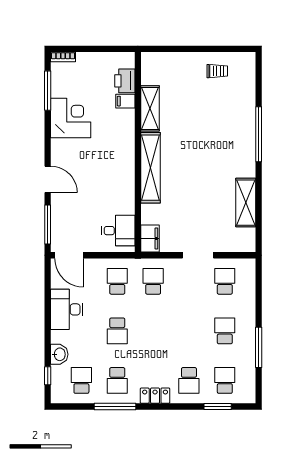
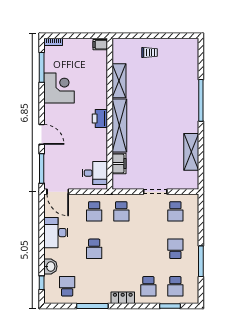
trolley: (217, 71) -> (149, 53), moved
printer: (125, 81) -> (100, 119), moved
filing cabinet: (125, 101) -> (100, 45), moved
filing cabinet: (150, 238) -> (119, 163), moved
school desk: (117, 281) -> (94, 211), turned 180
school desk: (153, 281) -> (121, 211), turned 180
school desk: (225, 281) -> (175, 211), turned 180
school desk: (117, 380) -> (94, 286), removed
school desk: (225, 380) -> (175, 286), turned 180

